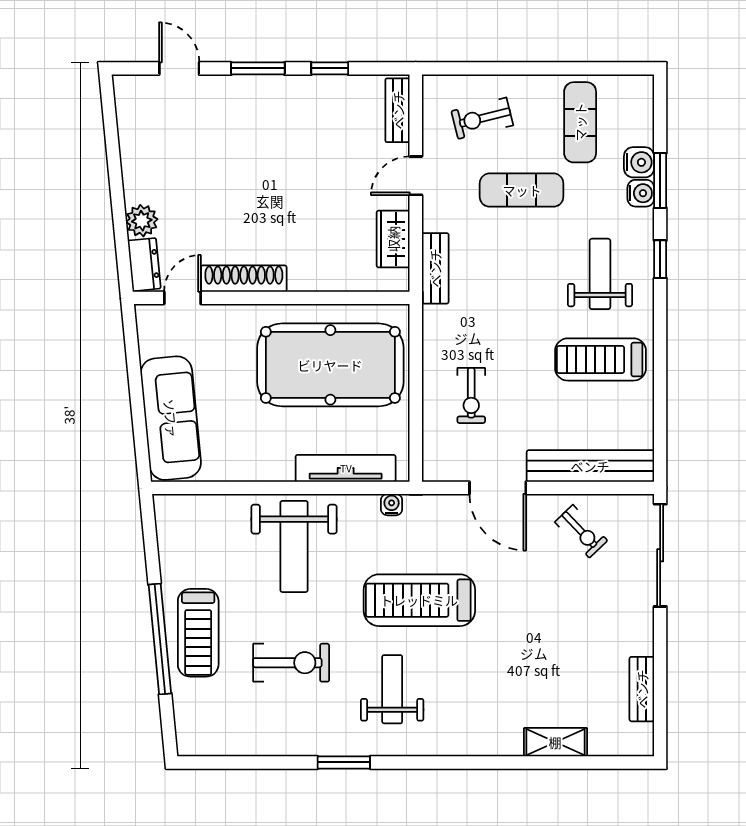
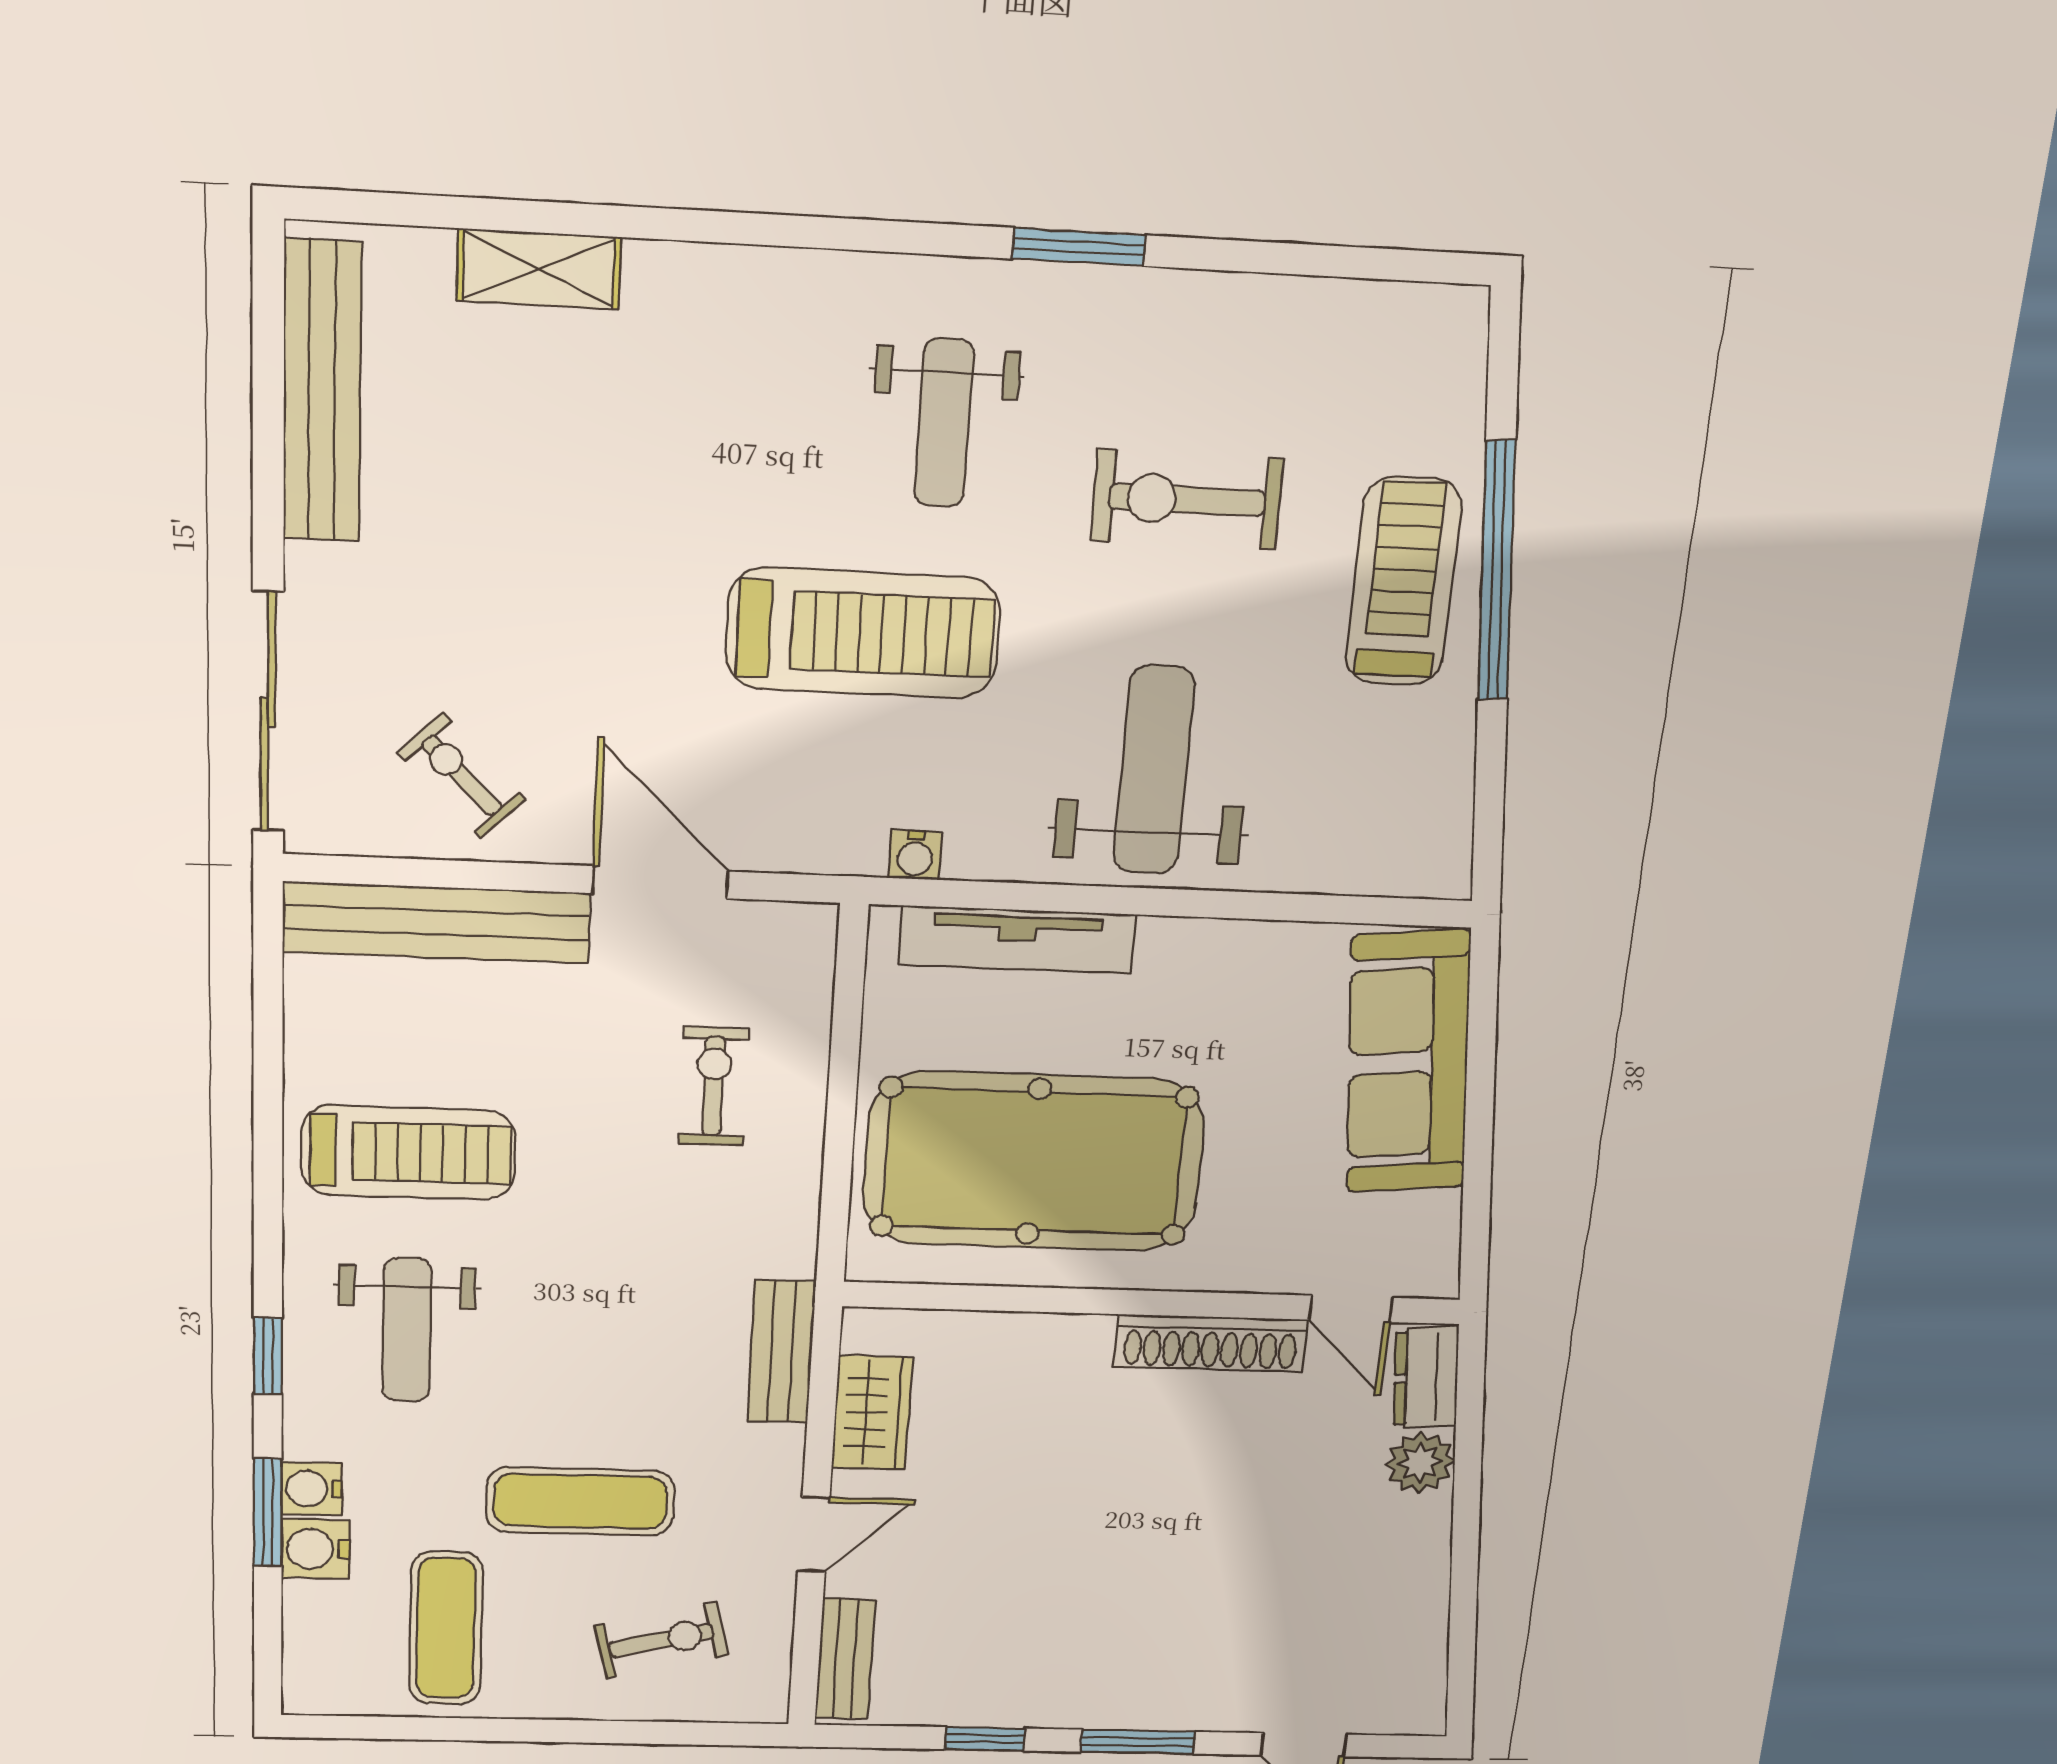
door: (182, 298) -> (1351, 1309), hinge flipped
bench: (642, 689) -> (322, 392), width x1.86, depth x1.21

